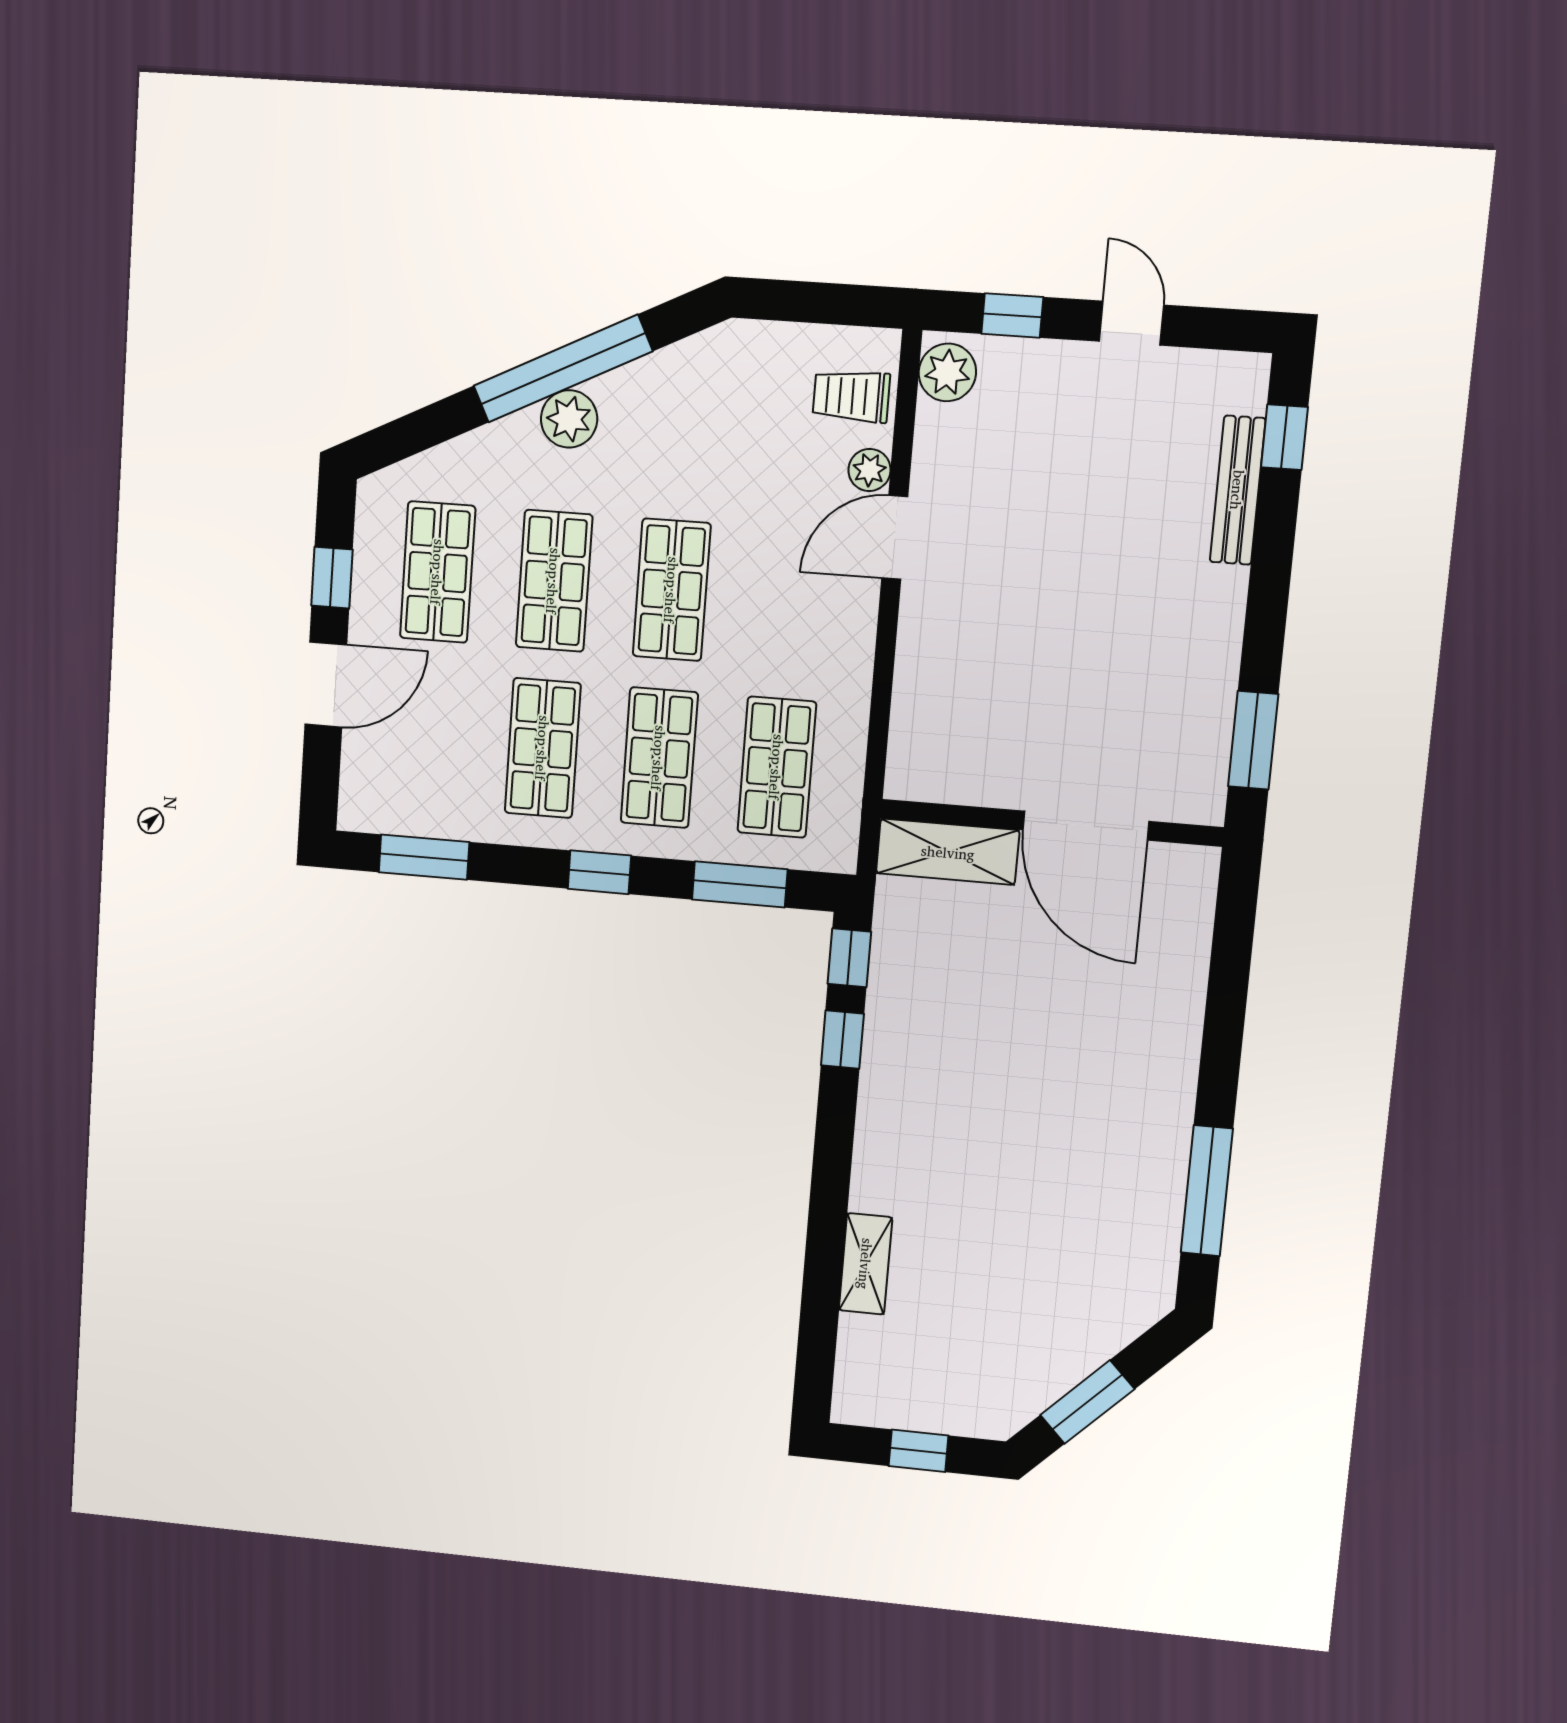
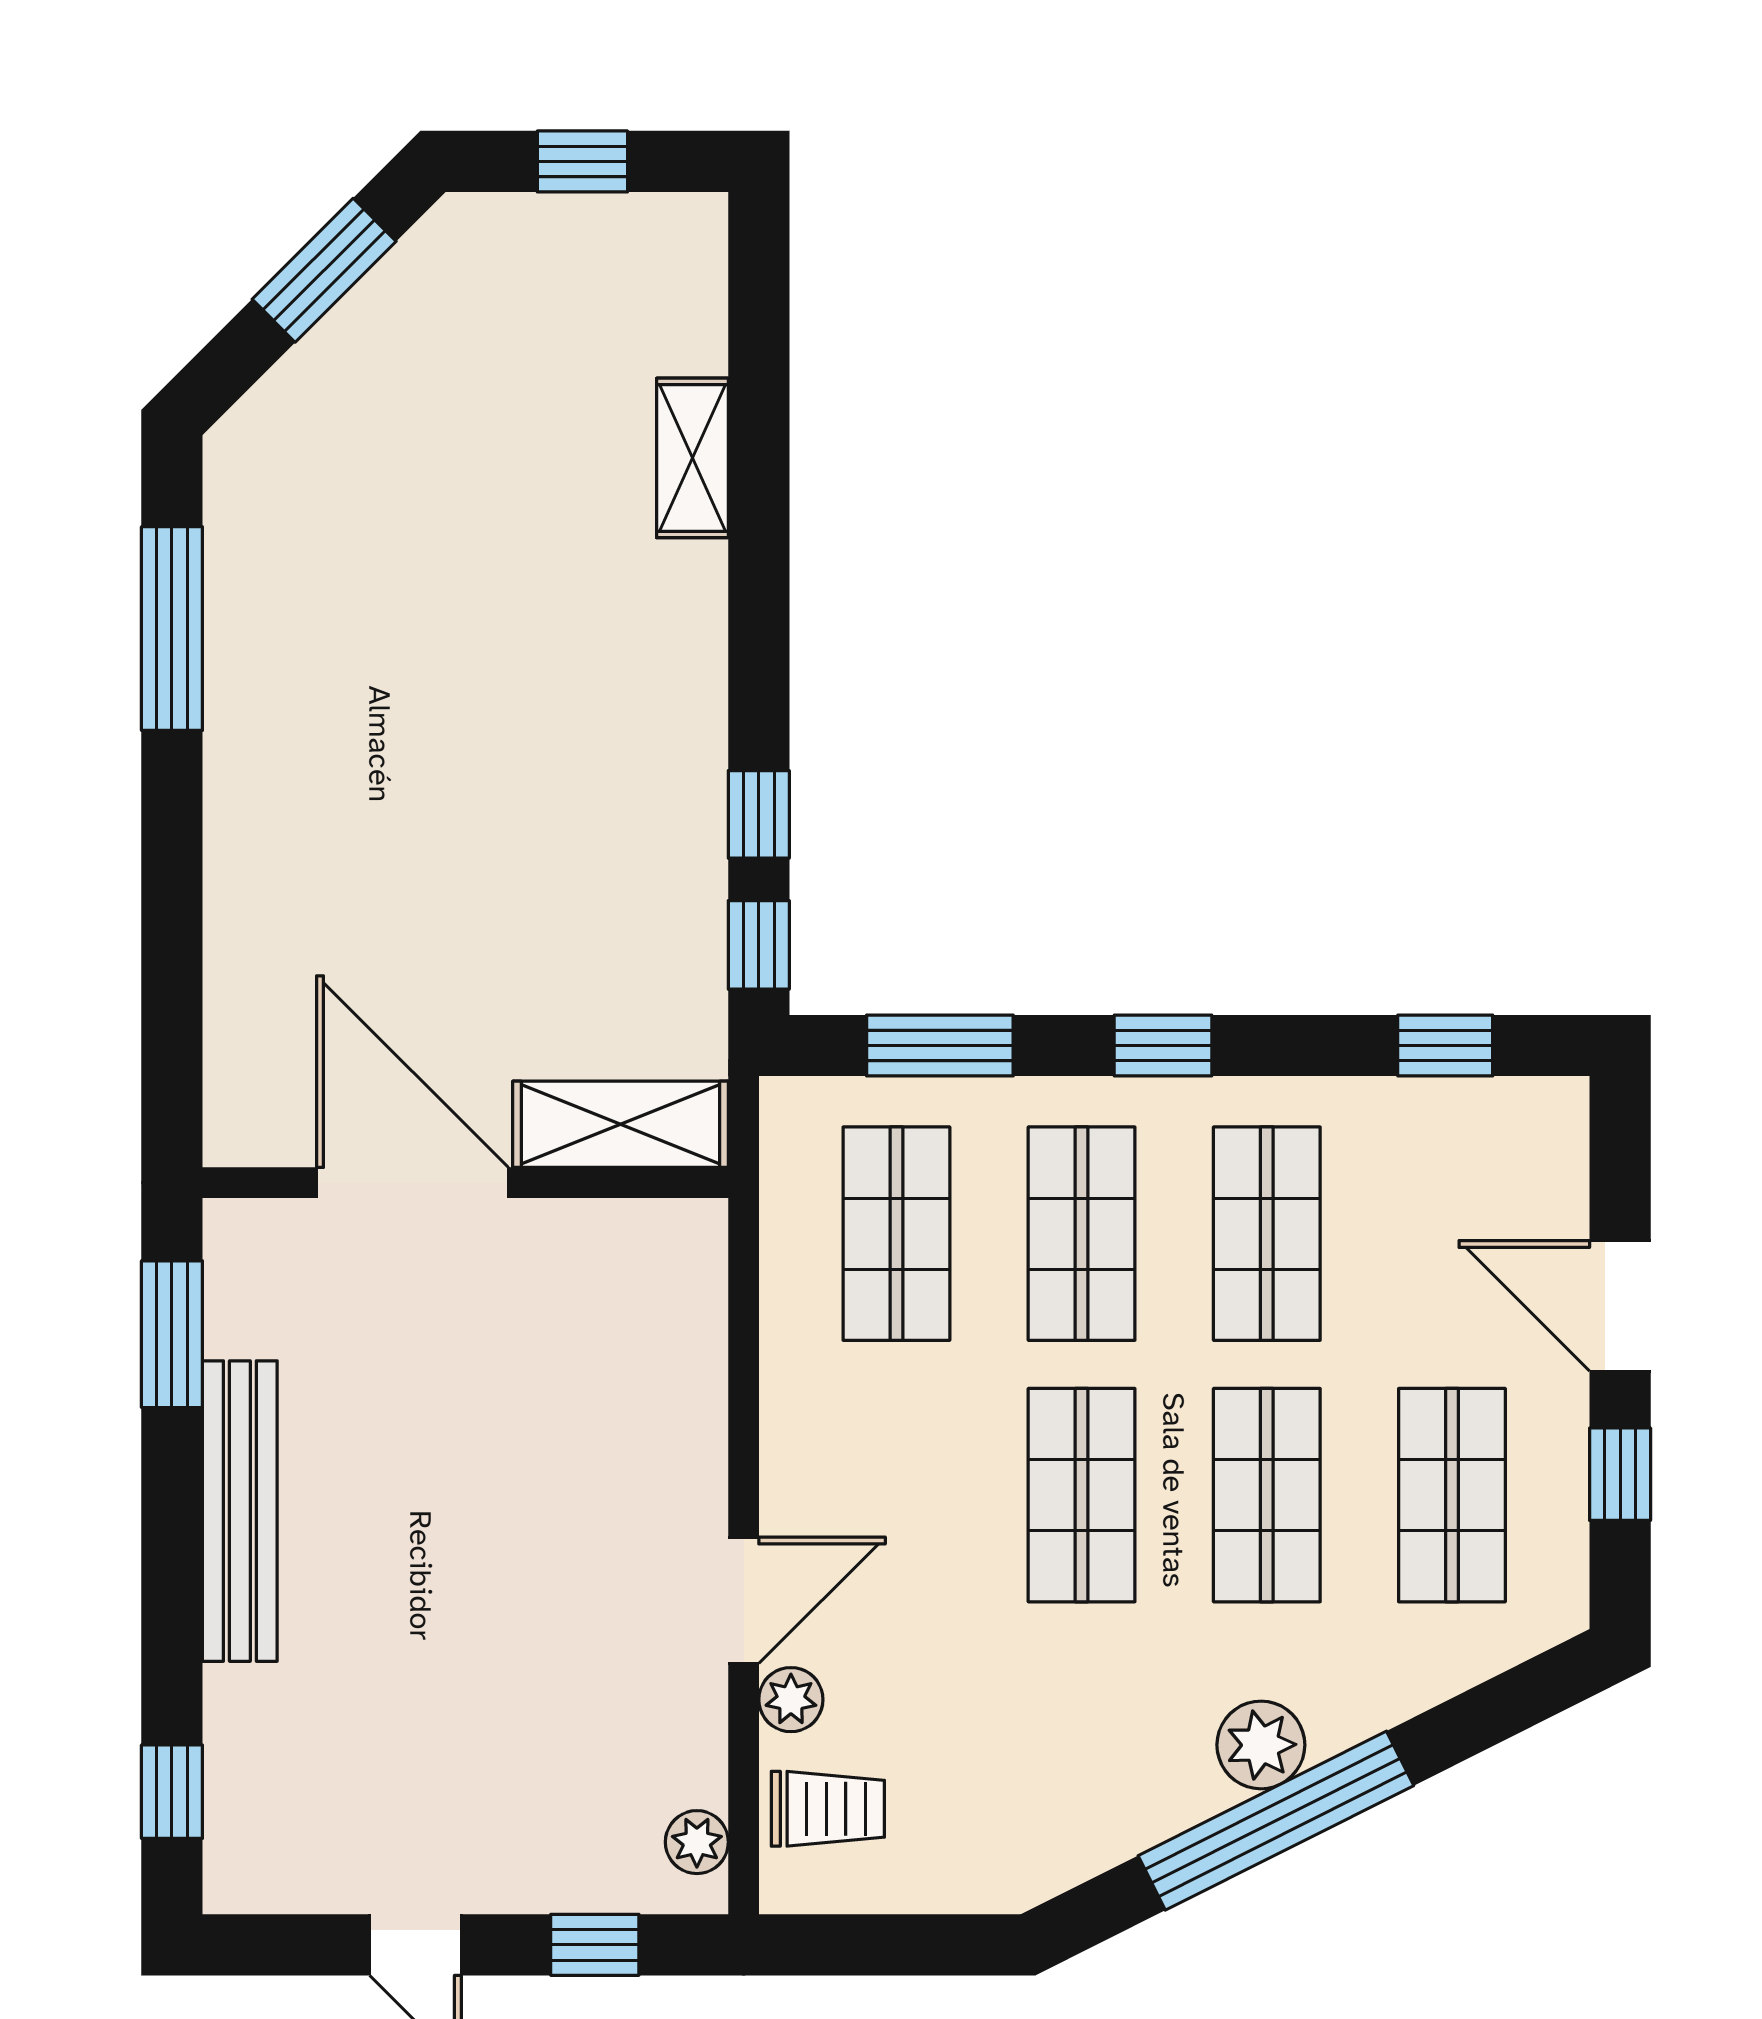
plant: (947, 372) -> (697, 1842), width x0.73, depth x0.73
bench: (1238, 490) -> (240, 1511), moved, width x1.37, depth x1.21
door: (326, 685) -> (1620, 1306), hinge flipped
window: (424, 857) -> (1445, 1045), width x0.67

